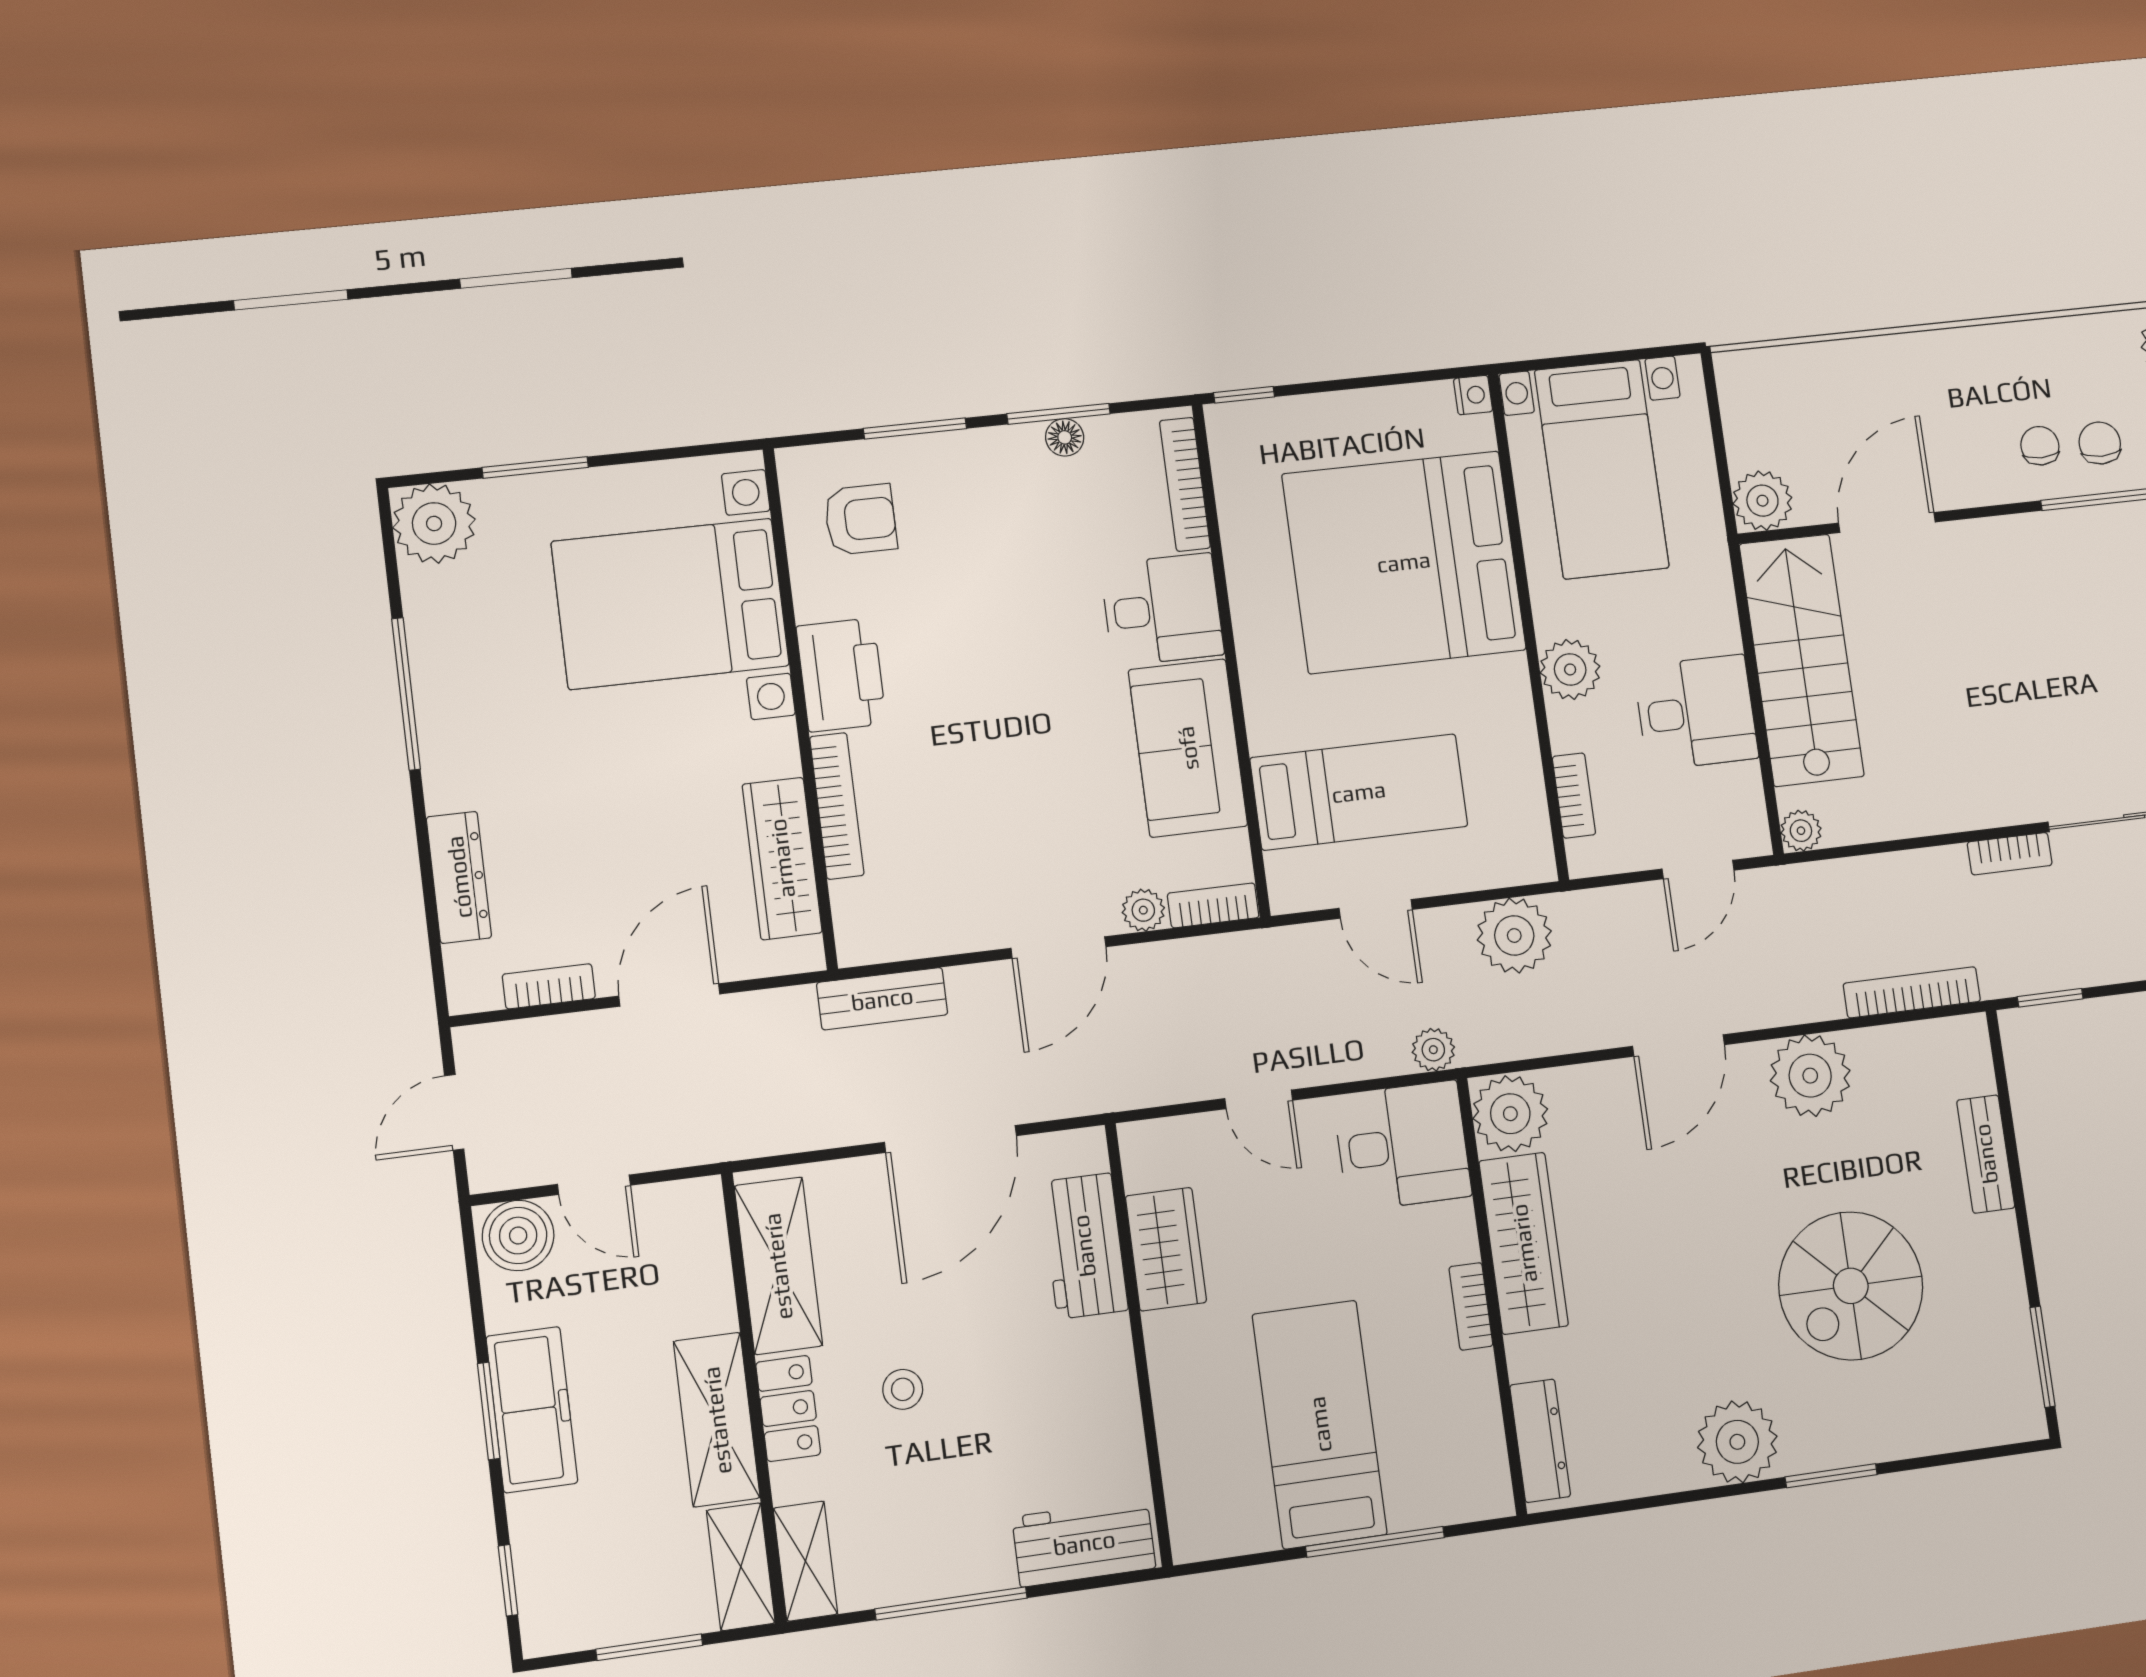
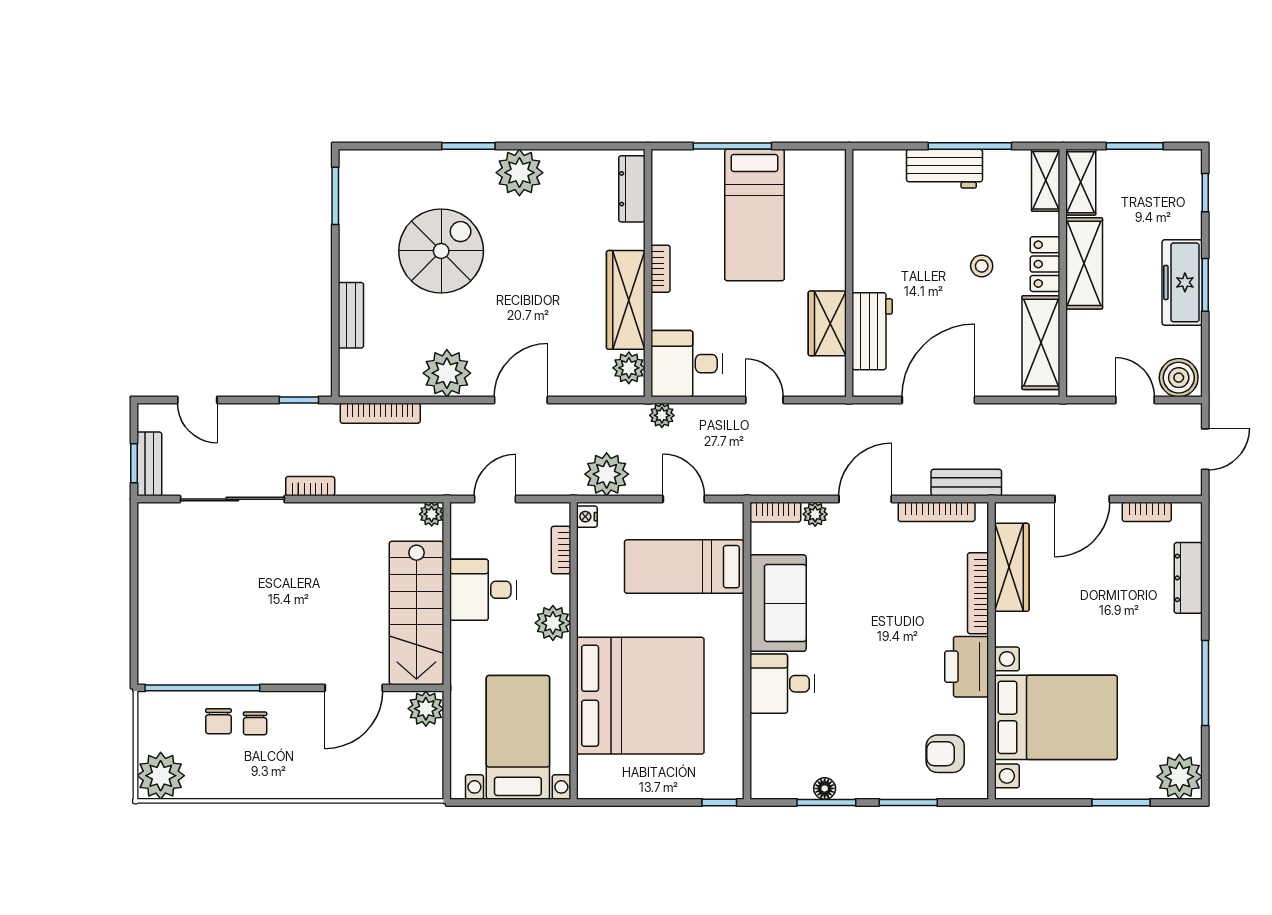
nightstand: (1473, 395) -> (587, 517), moved
bookcase: (1185, 484) -> (937, 512), moved, turned 90
plant: (1510, 1114) -> (629, 368), width x0.73, depth x0.73
workbench: (1084, 1543) -> (944, 169), moved

